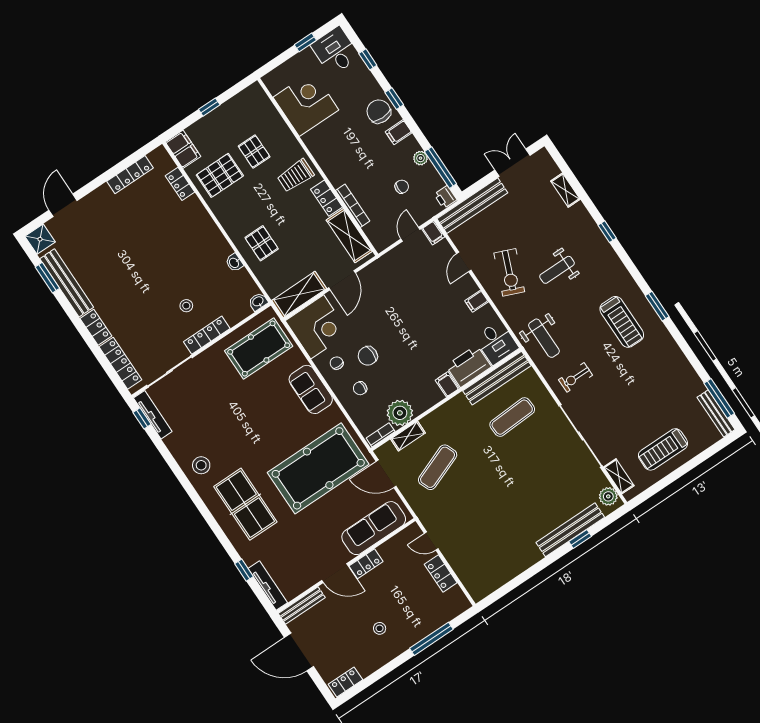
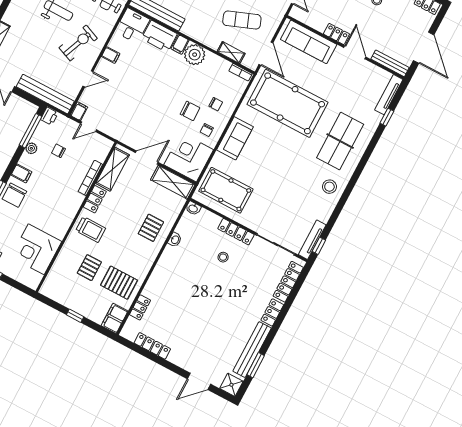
plant: (400, 413) -> (195, 55), moved

